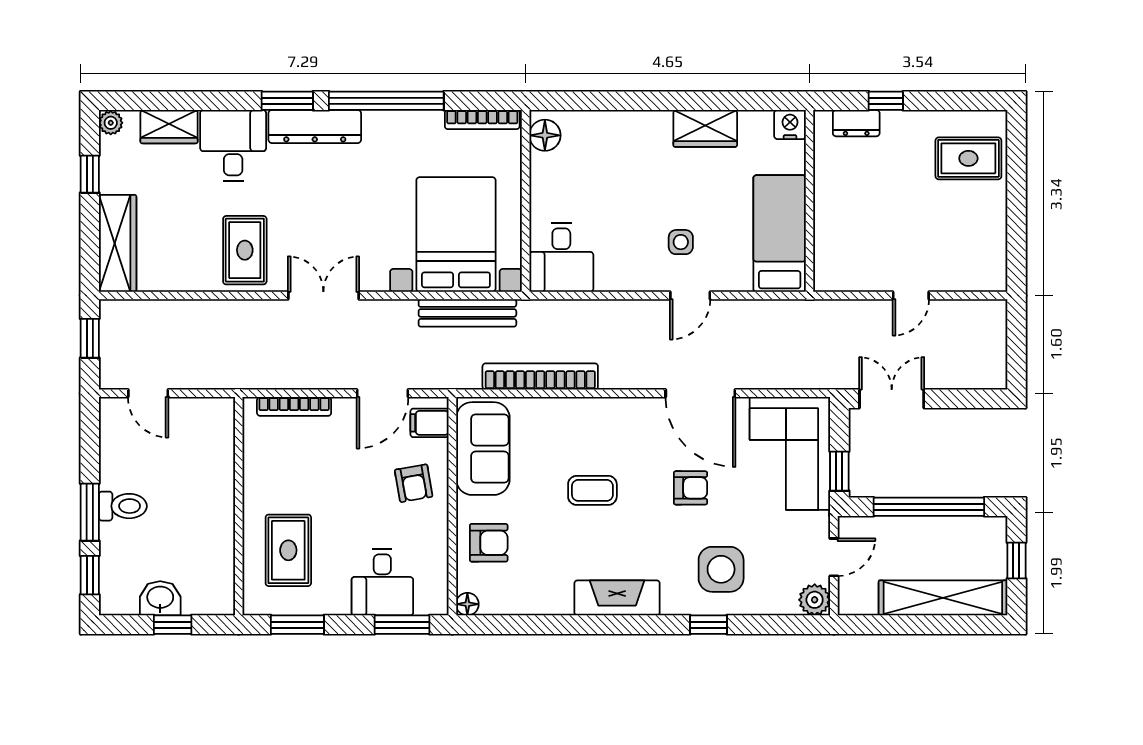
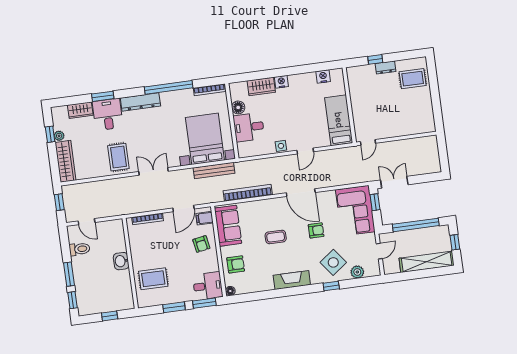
window: (287, 101) -> (103, 96), moved
plant: (111, 123) -> (59, 136), moved
dresser: (856, 123) -> (386, 67), moved
nightstand: (656, 124) -> (281, 82), added
nightstand: (790, 125) -> (323, 76), moved
wardrobe: (705, 128) -> (261, 86), moved
floor lamp: (545, 135) -> (238, 107), moved
side table: (681, 242) -> (281, 146), moved
desk: (561, 257) -> (249, 127), moved, turned 90
door: (911, 296) -> (368, 142), moved
door: (700, 393) -> (301, 193), moved
window: (839, 471) -> (375, 202), moved
toilet: (123, 506) -> (80, 249), moved
rug: (288, 550) -> (153, 279), turned 90
side table: (721, 569) -> (333, 262), turned -37
desk: (382, 582) -> (208, 286), moved, turned -90
washbasin: (160, 598) -> (121, 261), moved, turned -90
plant: (815, 600) -> (357, 272), moved
window: (297, 625) -> (174, 307), moved

